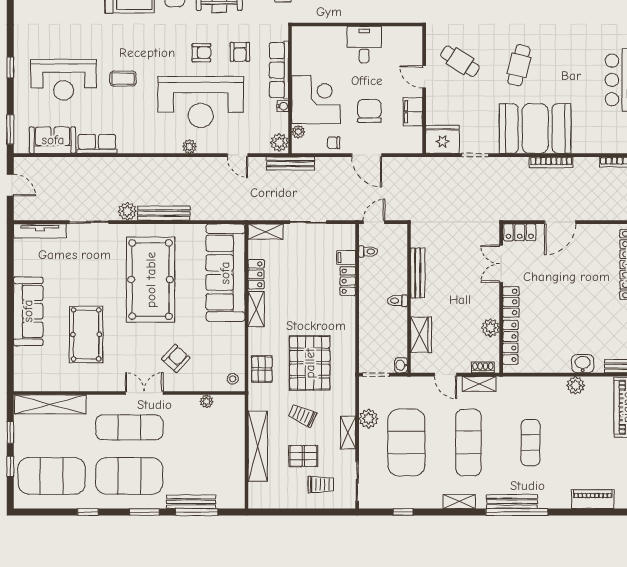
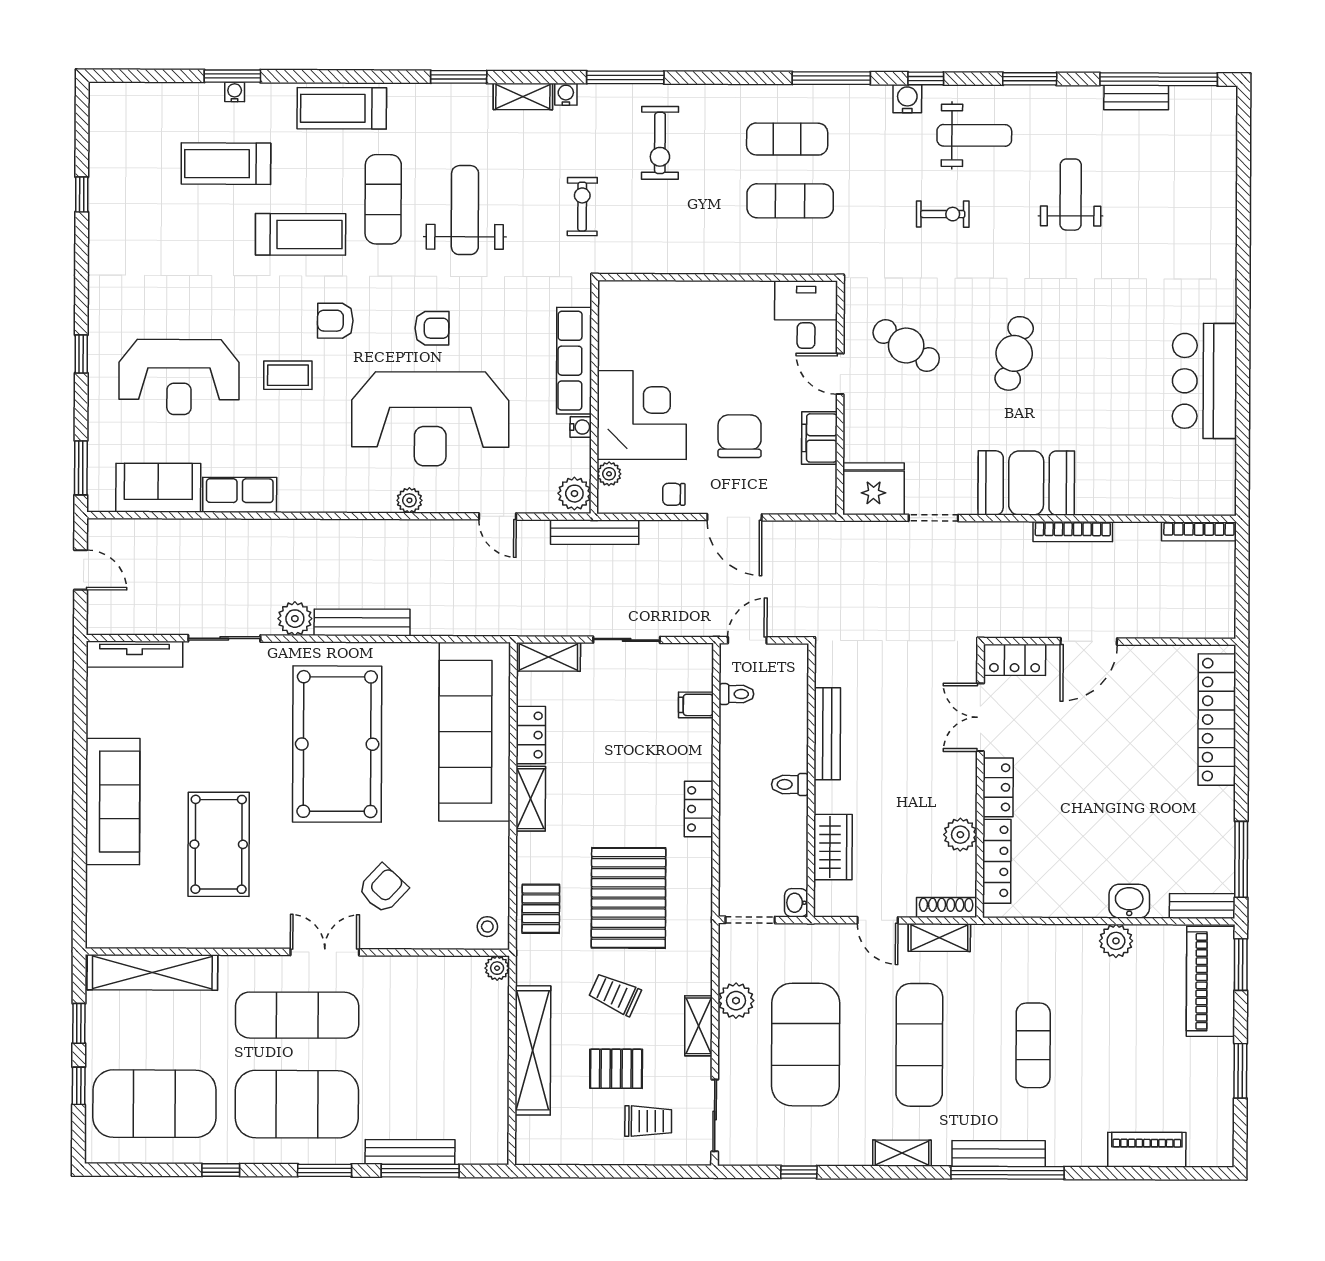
desk: (364, 45) -> (806, 315), moved
armchair: (240, 52) -> (335, 321), moved, turned 90
booth: (535, 128) -> (1026, 483), width x0.73, depth x0.70
locker: (348, 281) -> (699, 809), moved
shoe rack: (483, 367) -> (946, 907), width x1.43
plant: (206, 401) -> (497, 968), moved

